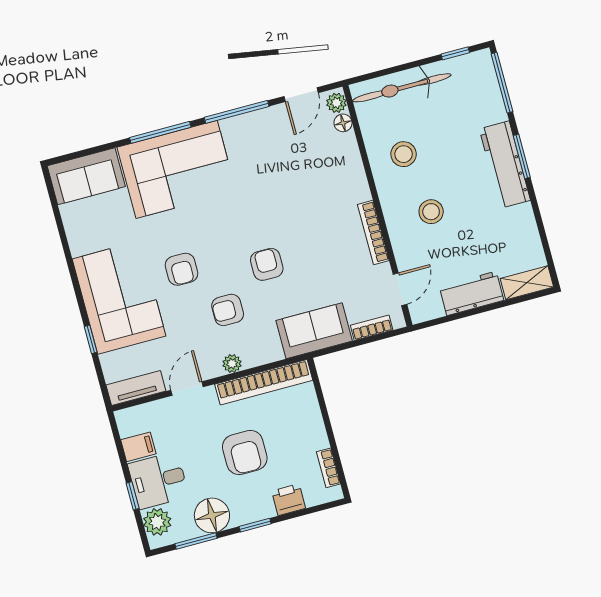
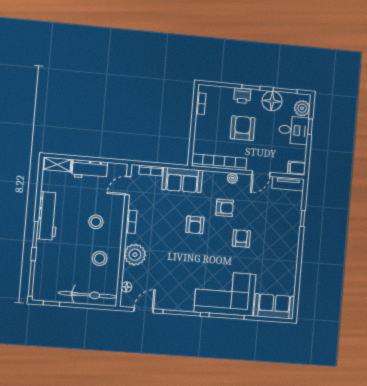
plant: (336, 103) -> (135, 255), moved, width x1.88, depth x1.88
workbench: (505, 165) -> (48, 216), moved
bookcase: (373, 232) -> (131, 222), width x0.64
corner sofa: (119, 297) -> (280, 235), removed
filing cabinet: (138, 447) -> (297, 168), moved
printer: (289, 500) -> (242, 96), moved

